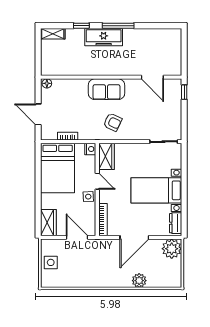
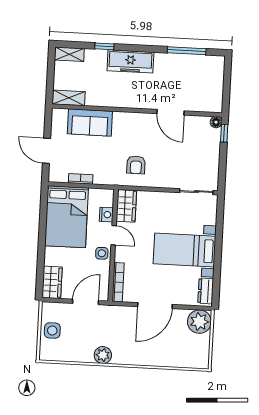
window: (118, 26) -> (187, 51), moved
shelving: (54, 70) -> (69, 98), added
door: (152, 77) -> (171, 112), moved
floor lamp: (47, 83) -> (216, 122), moved
sofa: (106, 89) -> (90, 123), moved
armchair: (113, 122) -> (136, 165), turned 65
nightstand: (90, 149) -> (106, 215), moved
door: (77, 237) -> (85, 302), hinge flipped
plant: (139, 281) -> (103, 355), moved

